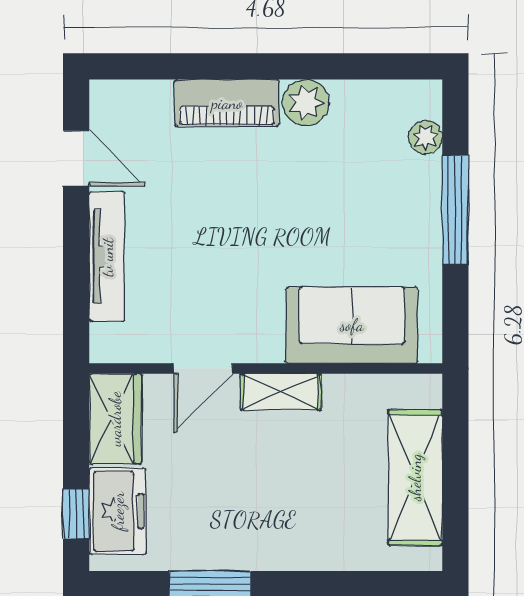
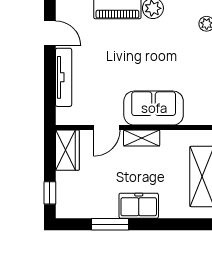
sofa: (352, 325) -> (154, 108), moved
freezer: (118, 511) -> (139, 206), moved, turned -90

